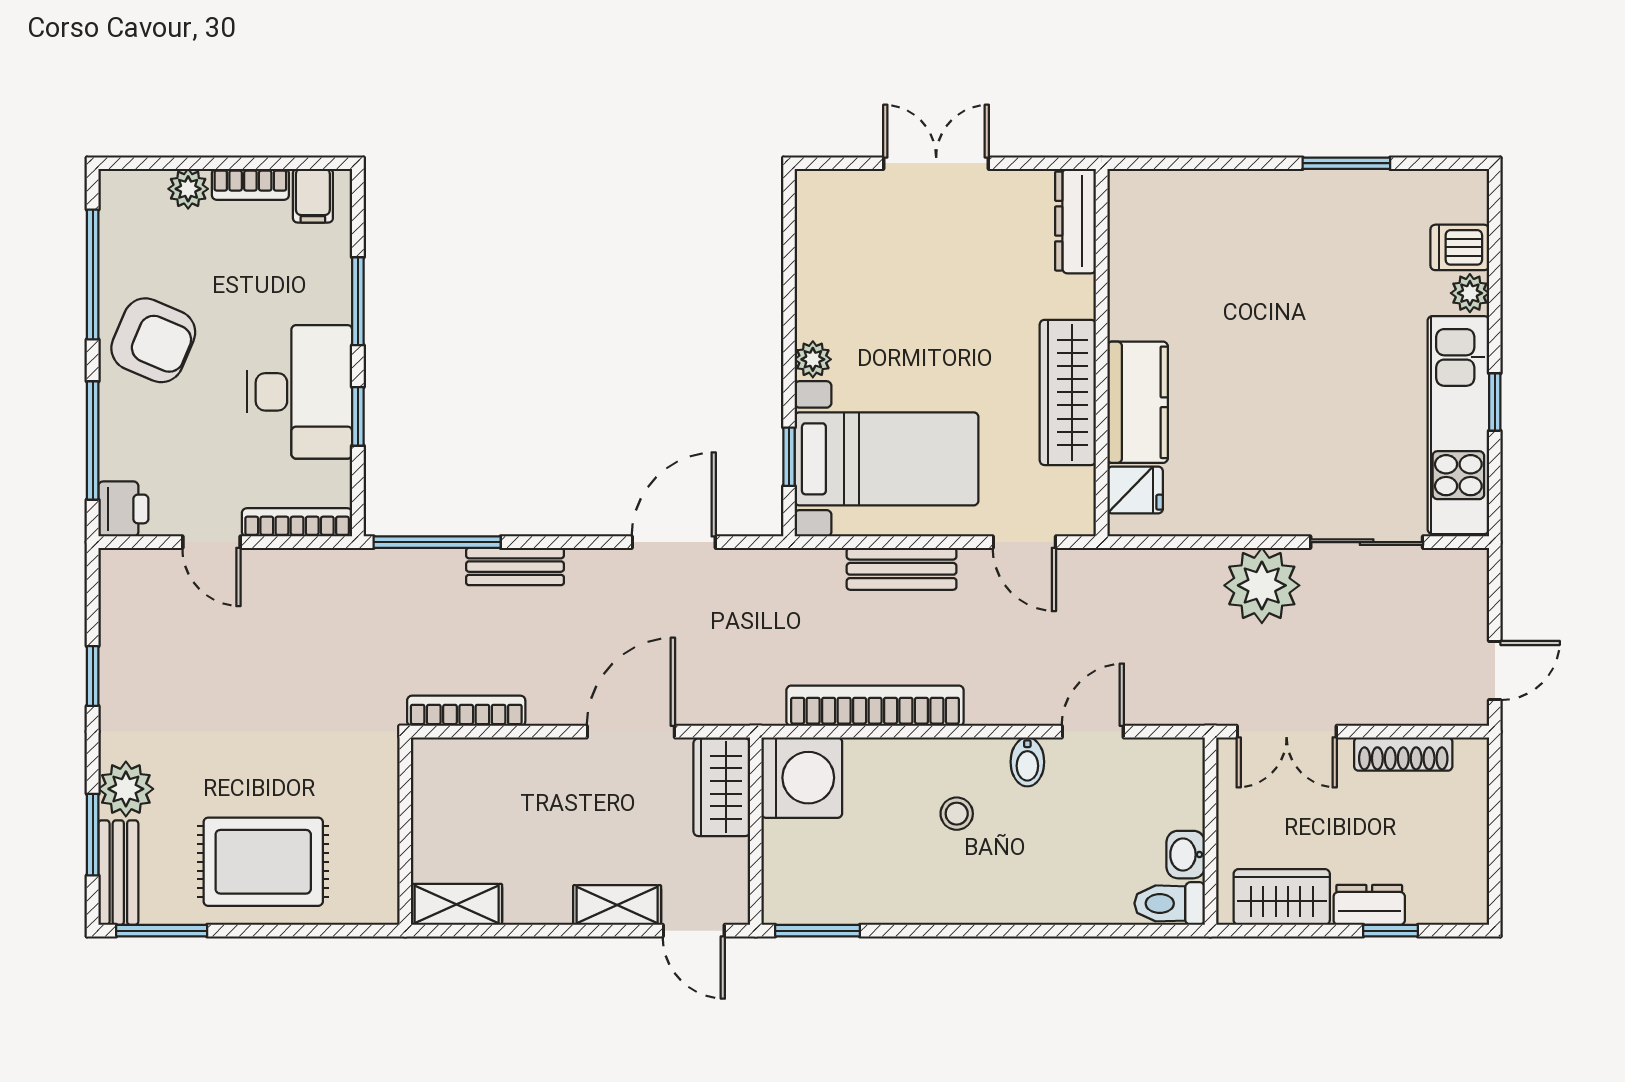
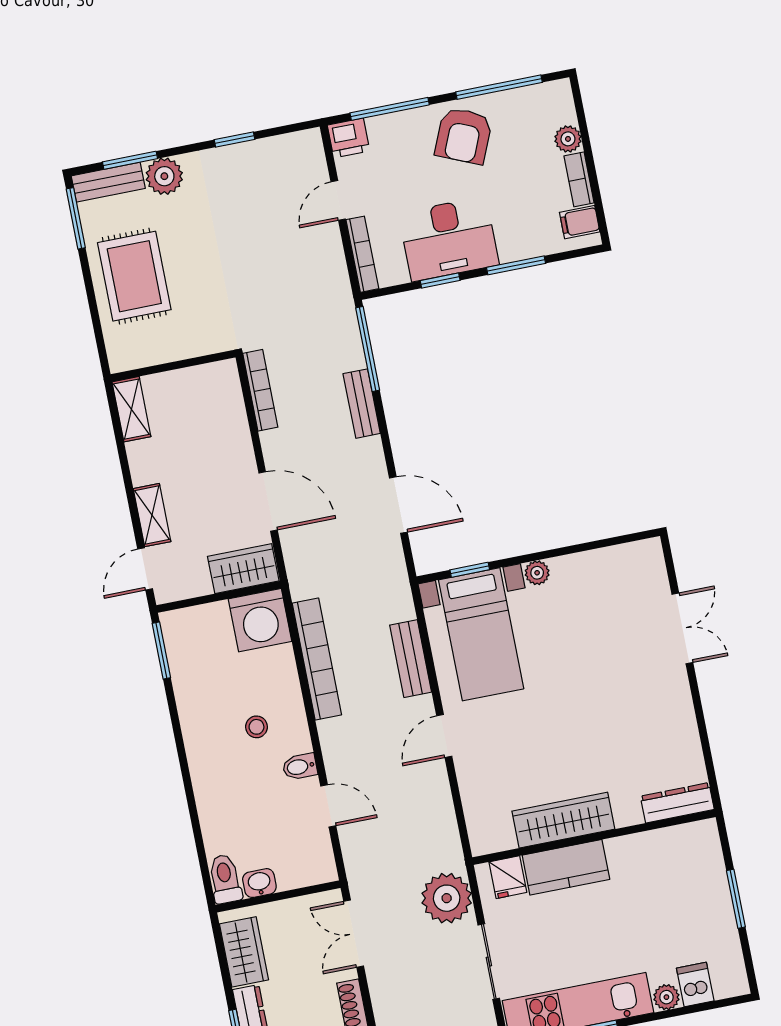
dresser: (1075, 221) -> (677, 803), moved
wall: (1102, 353) -> (594, 837), moved
wardrobe: (1068, 392) -> (563, 820), moved
kitchen counter: (1138, 402) -> (566, 867), moved
fridge: (1135, 490) -> (508, 877), moved

